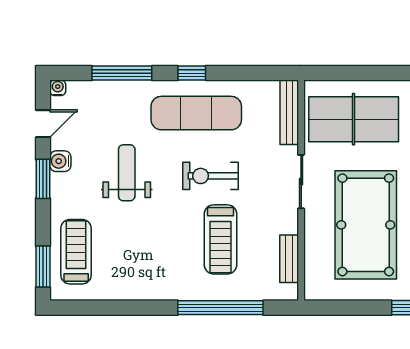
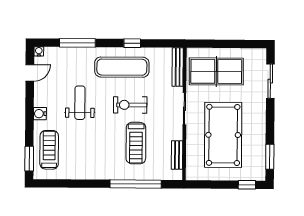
window: (192, 73) -> (132, 43), moved
water cooler: (60, 161) -> (40, 114), moved
window: (43, 179) -> (30, 106), removed

